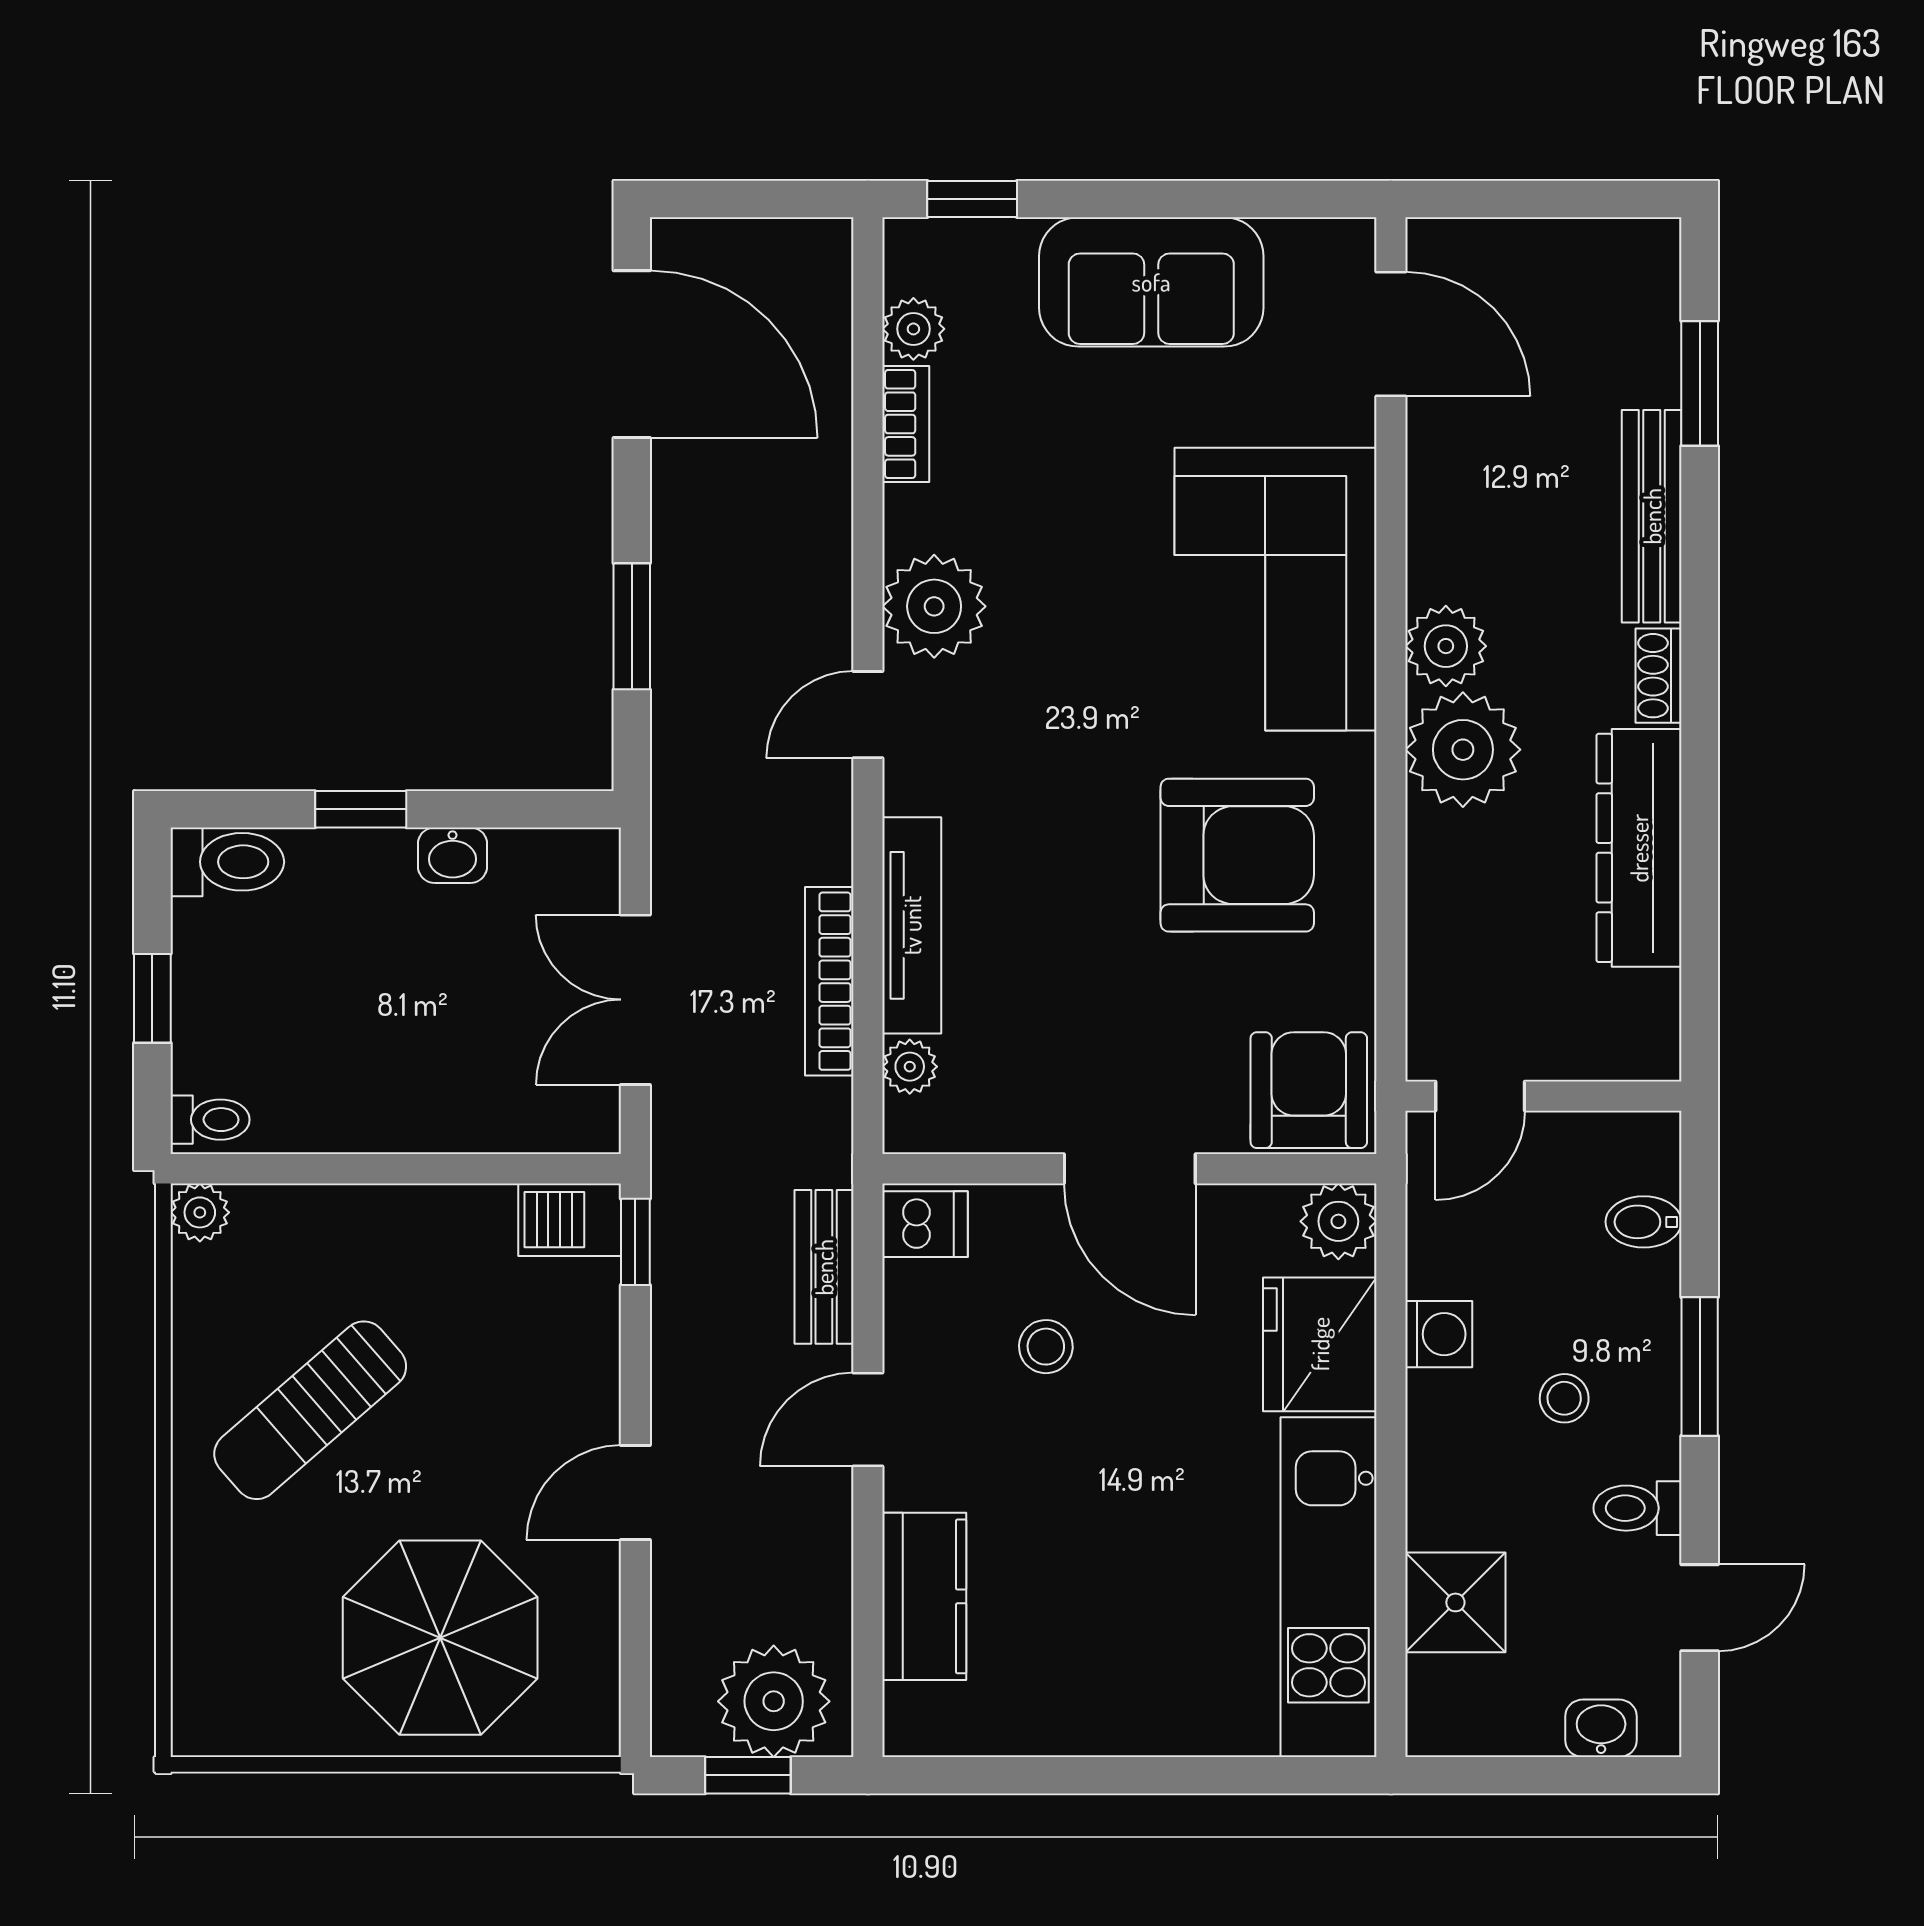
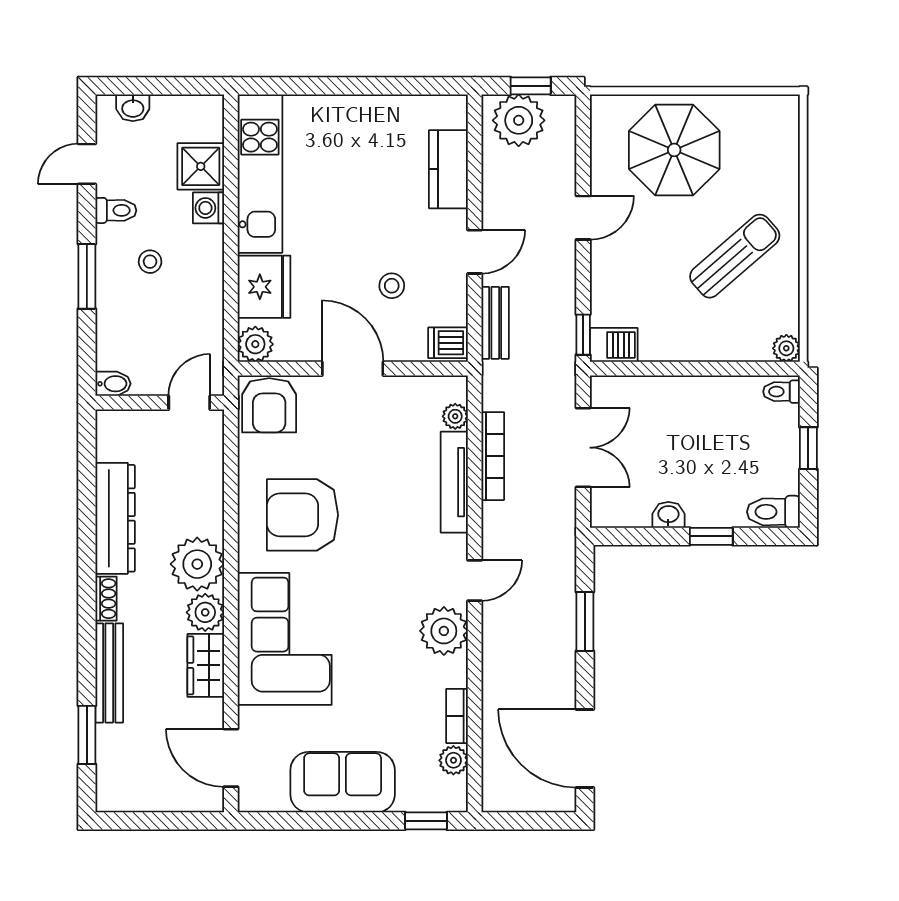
wardrobe: (1445, 532) -> (206, 665), added
bidet: (1644, 1222) -> (113, 384), moved
washing machine: (1439, 1334) -> (209, 208), moved

